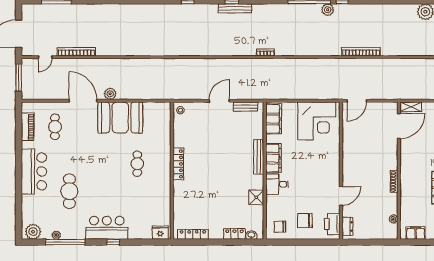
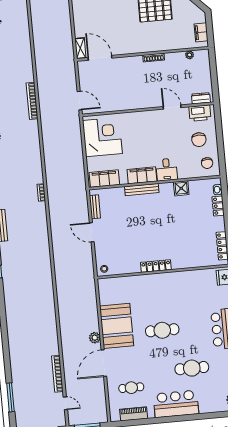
cafe table: (137, 164) -> (162, 330), moved, width x1.37, depth x1.35

